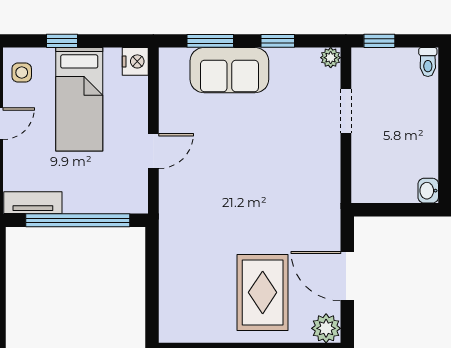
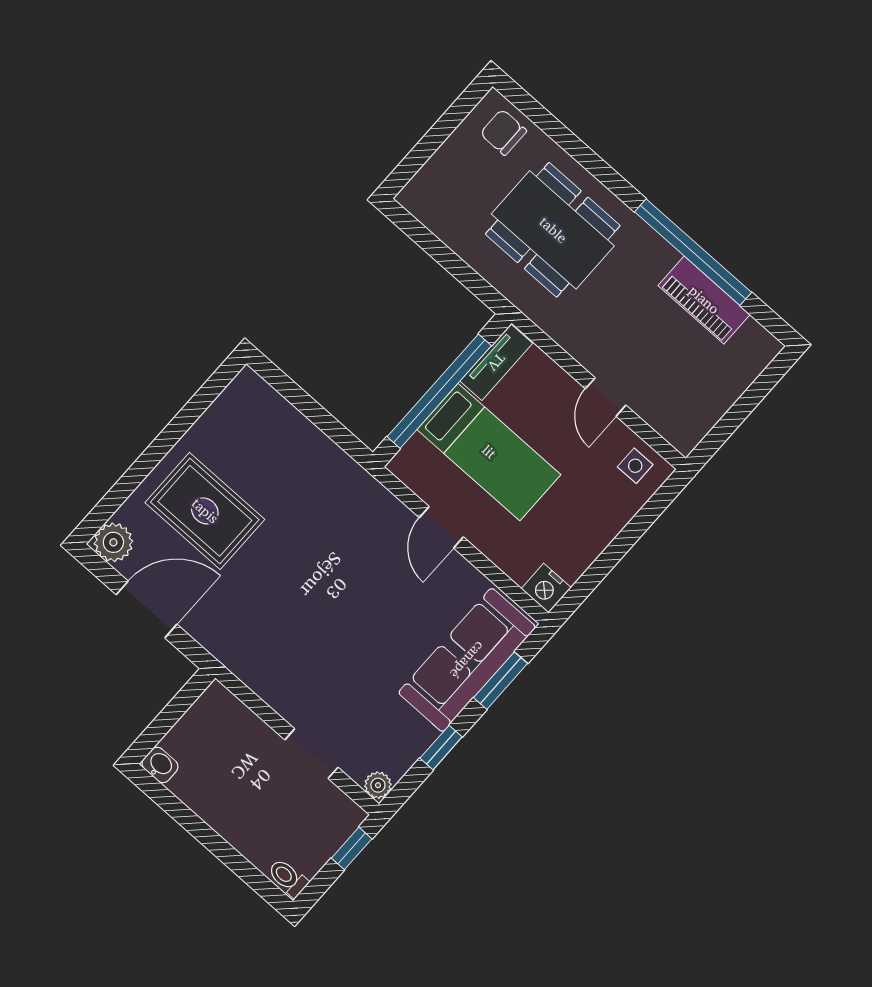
window: (62, 41) -> (631, 534), removed
sofa: (229, 70) -> (467, 660), width x1.36
bed: (79, 99) -> (489, 452), moved, turned 180

